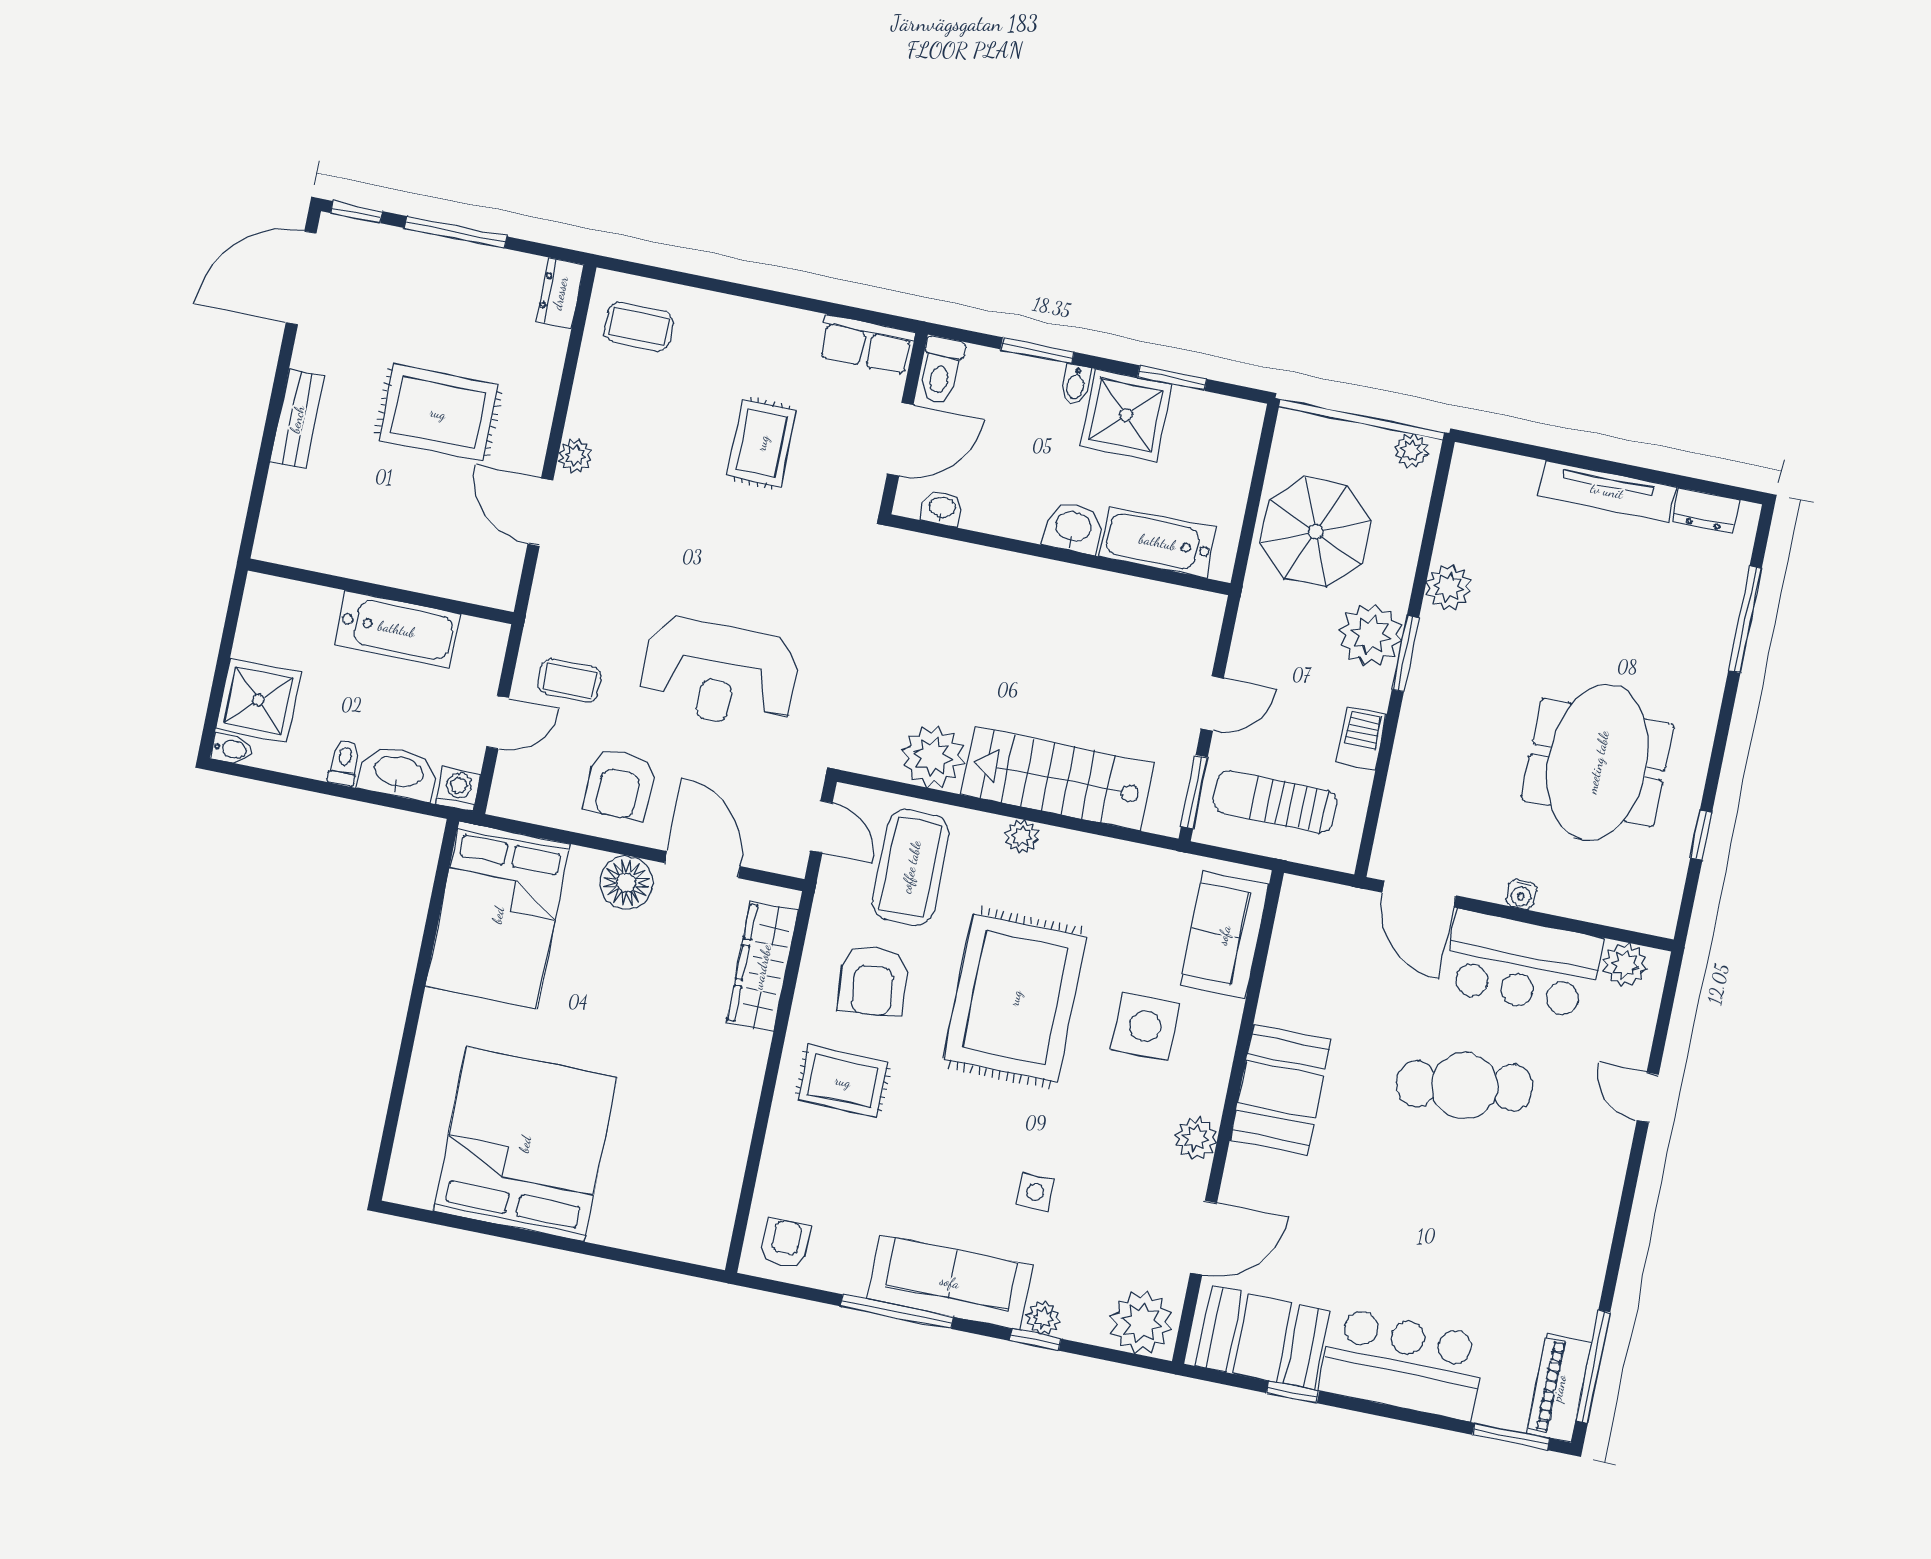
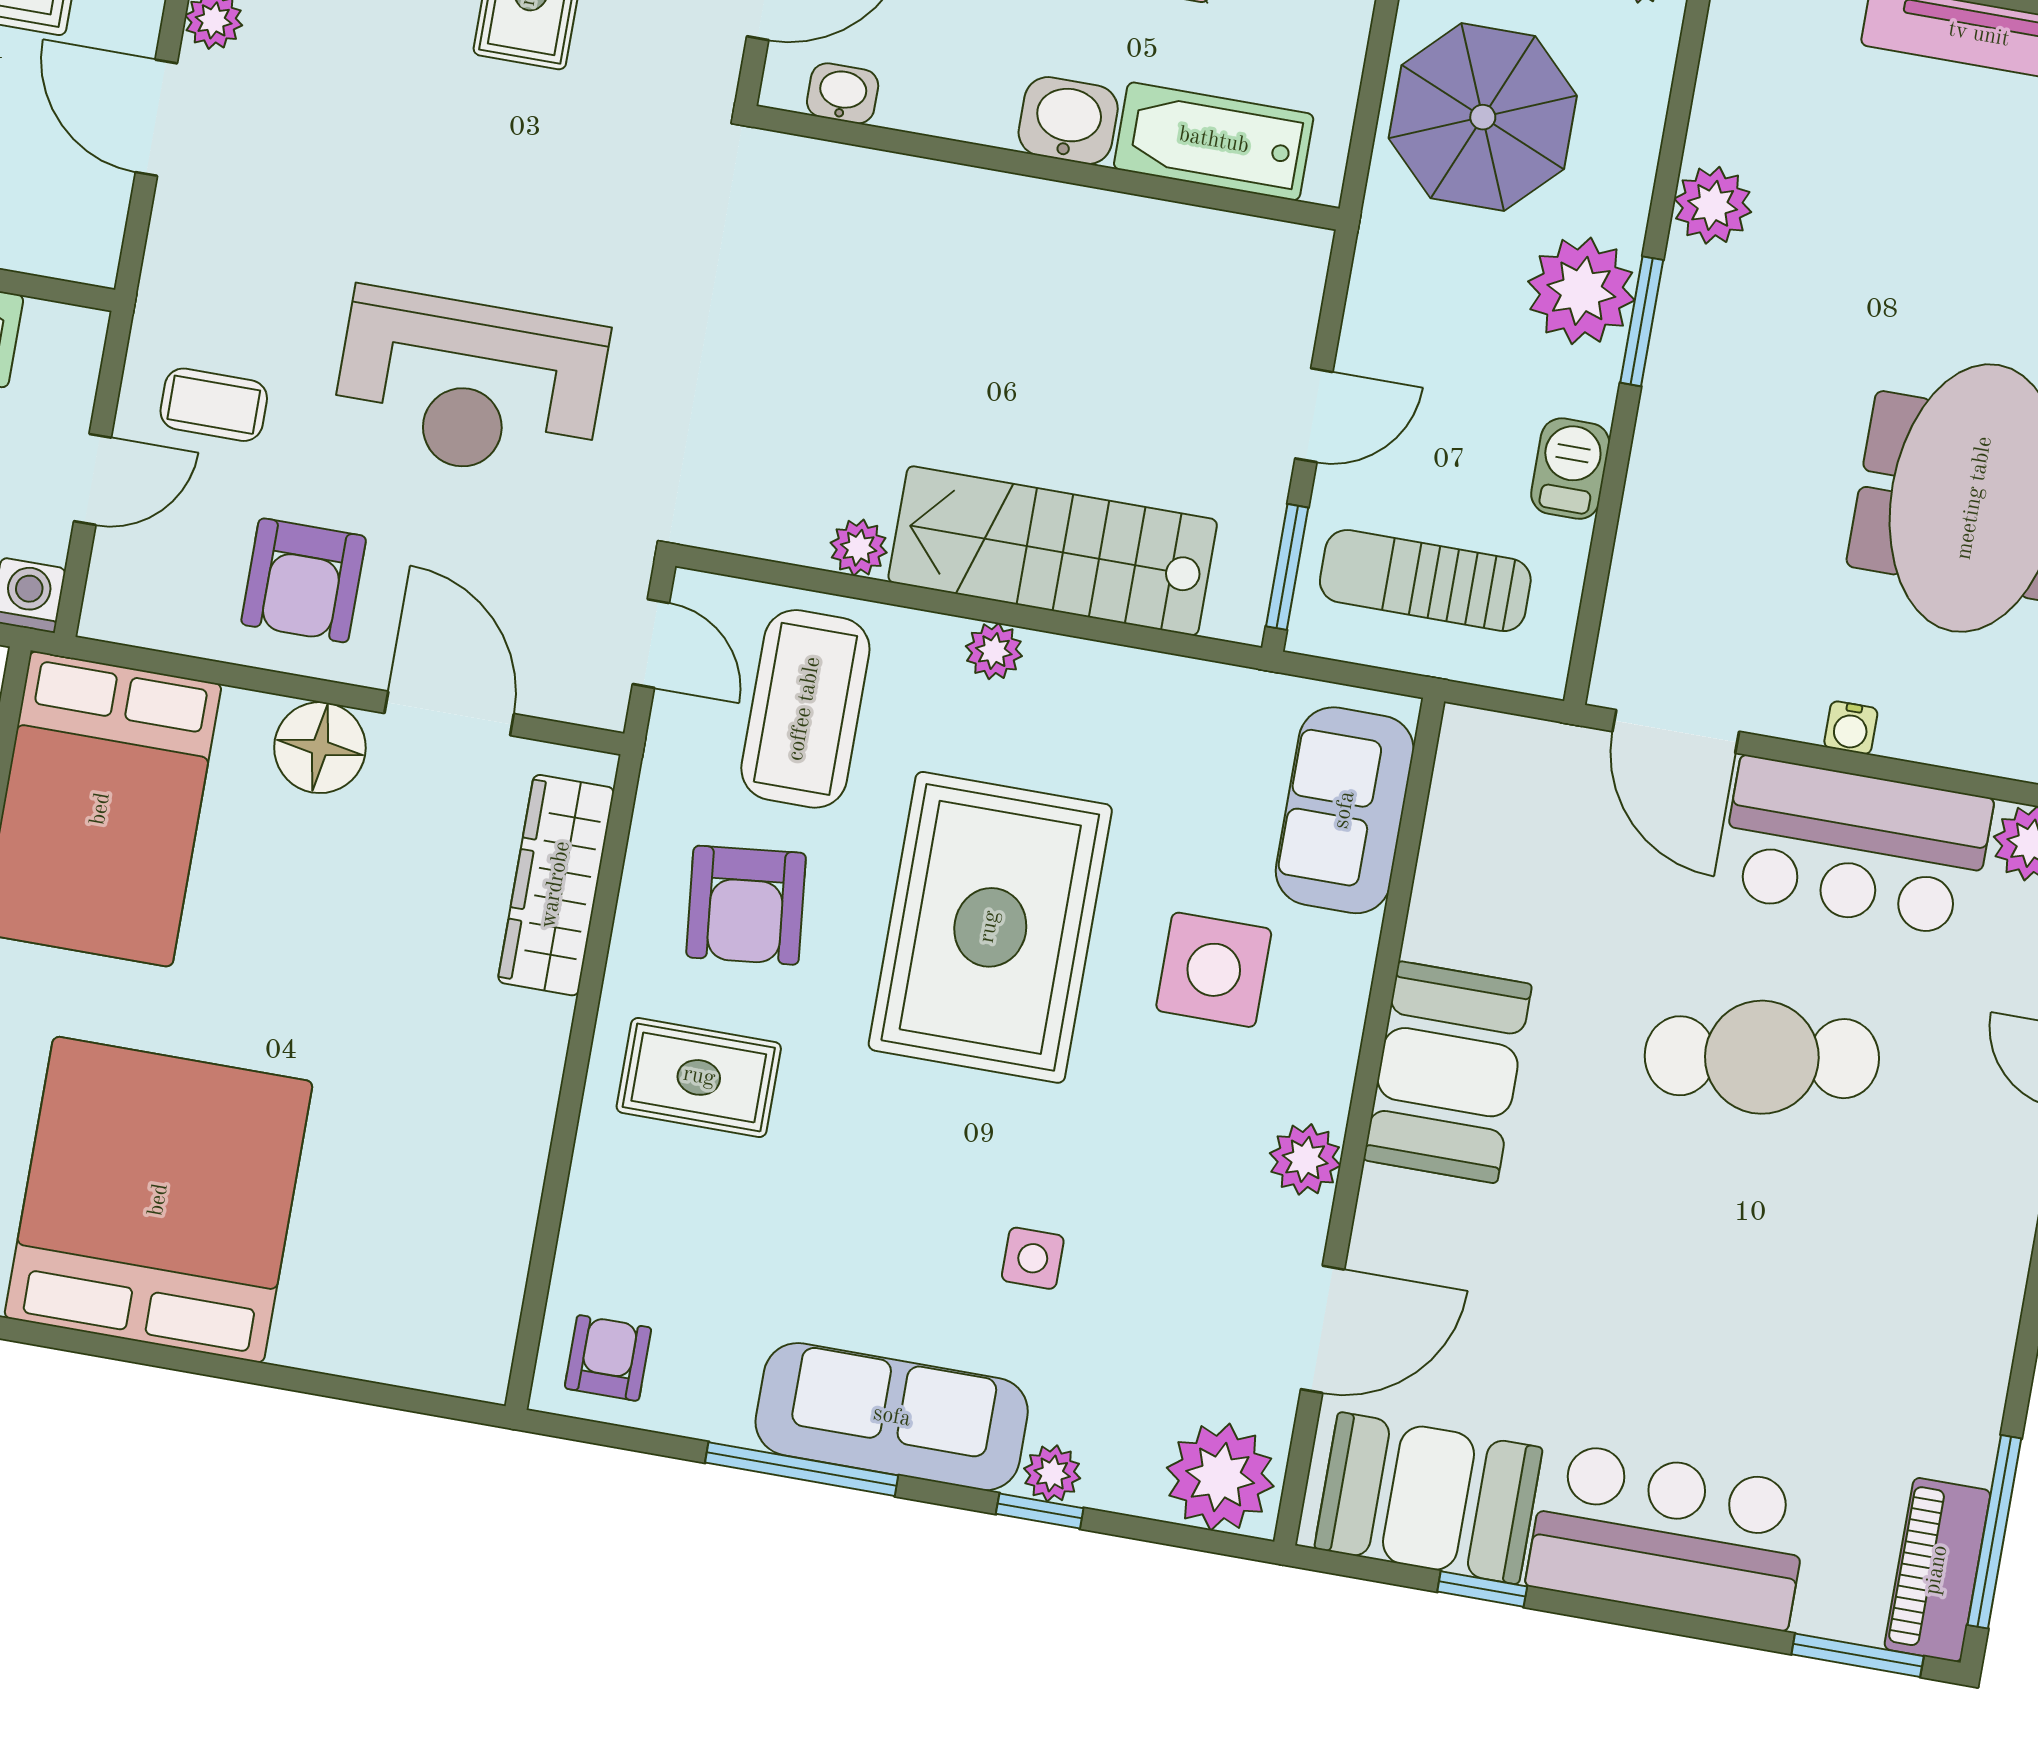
plant: (933, 757) -> (859, 548), width x0.53, depth x0.53

